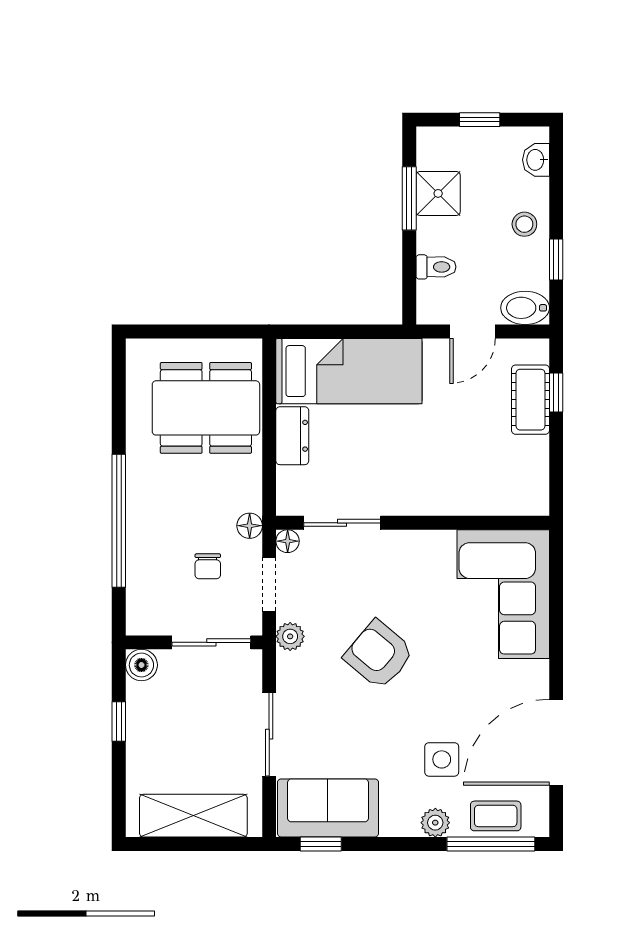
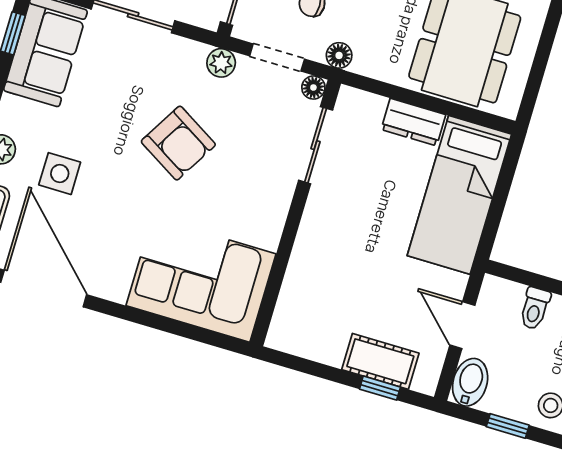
armchair: (379, 655) -> (178, 143), turned 81

